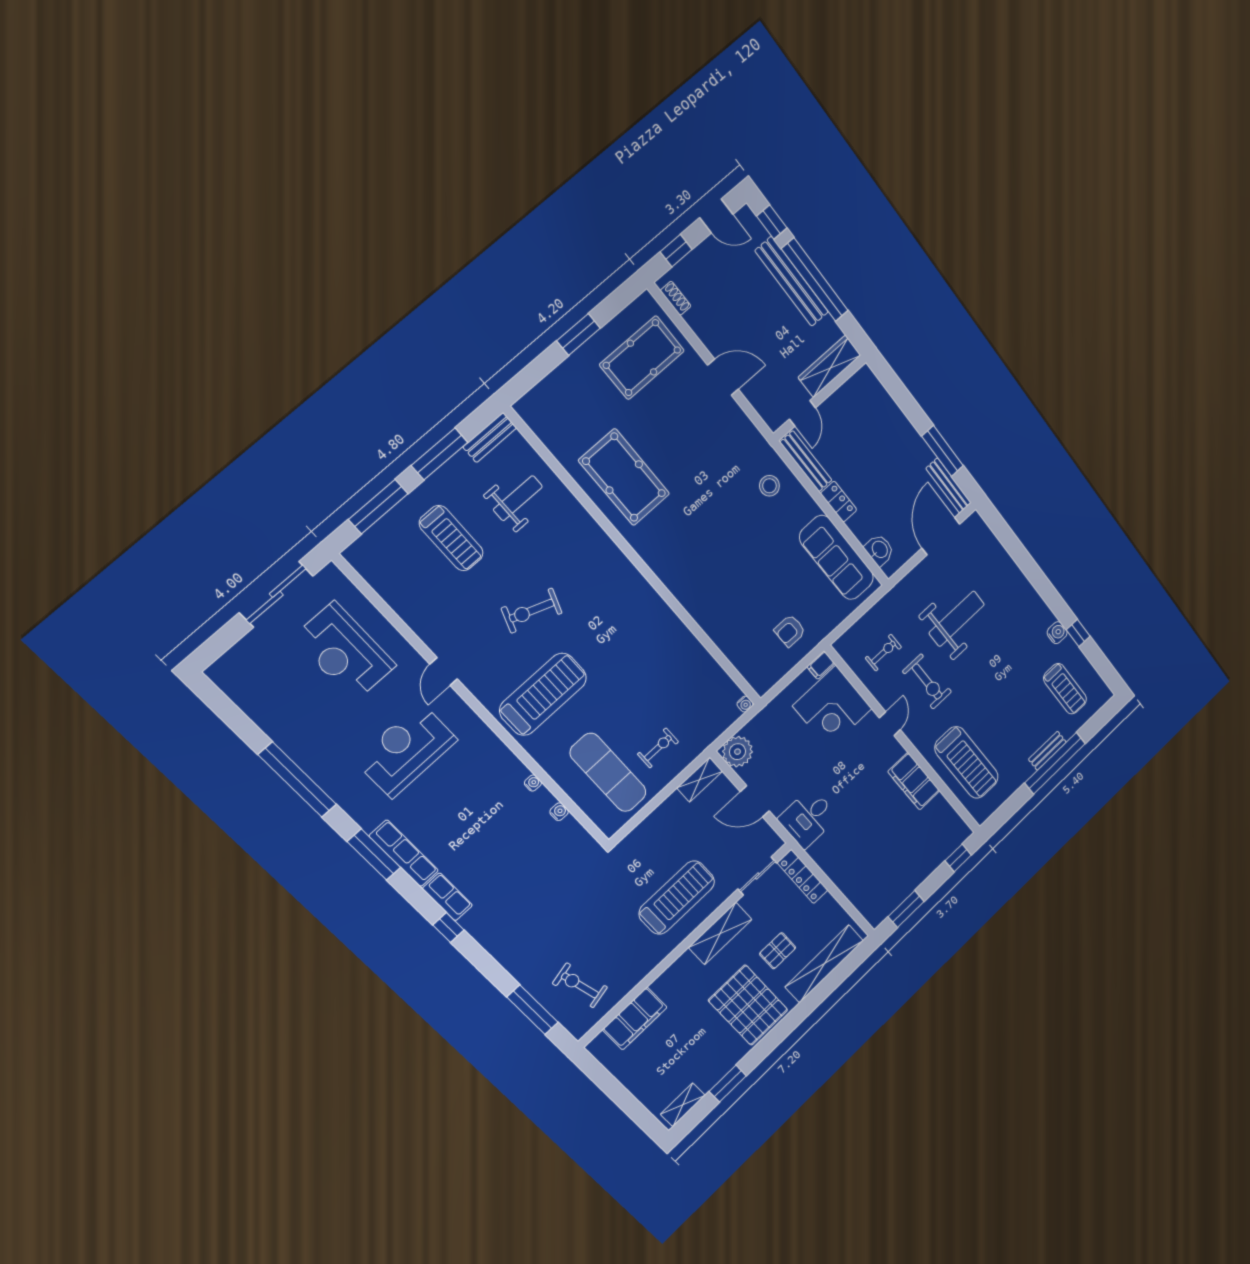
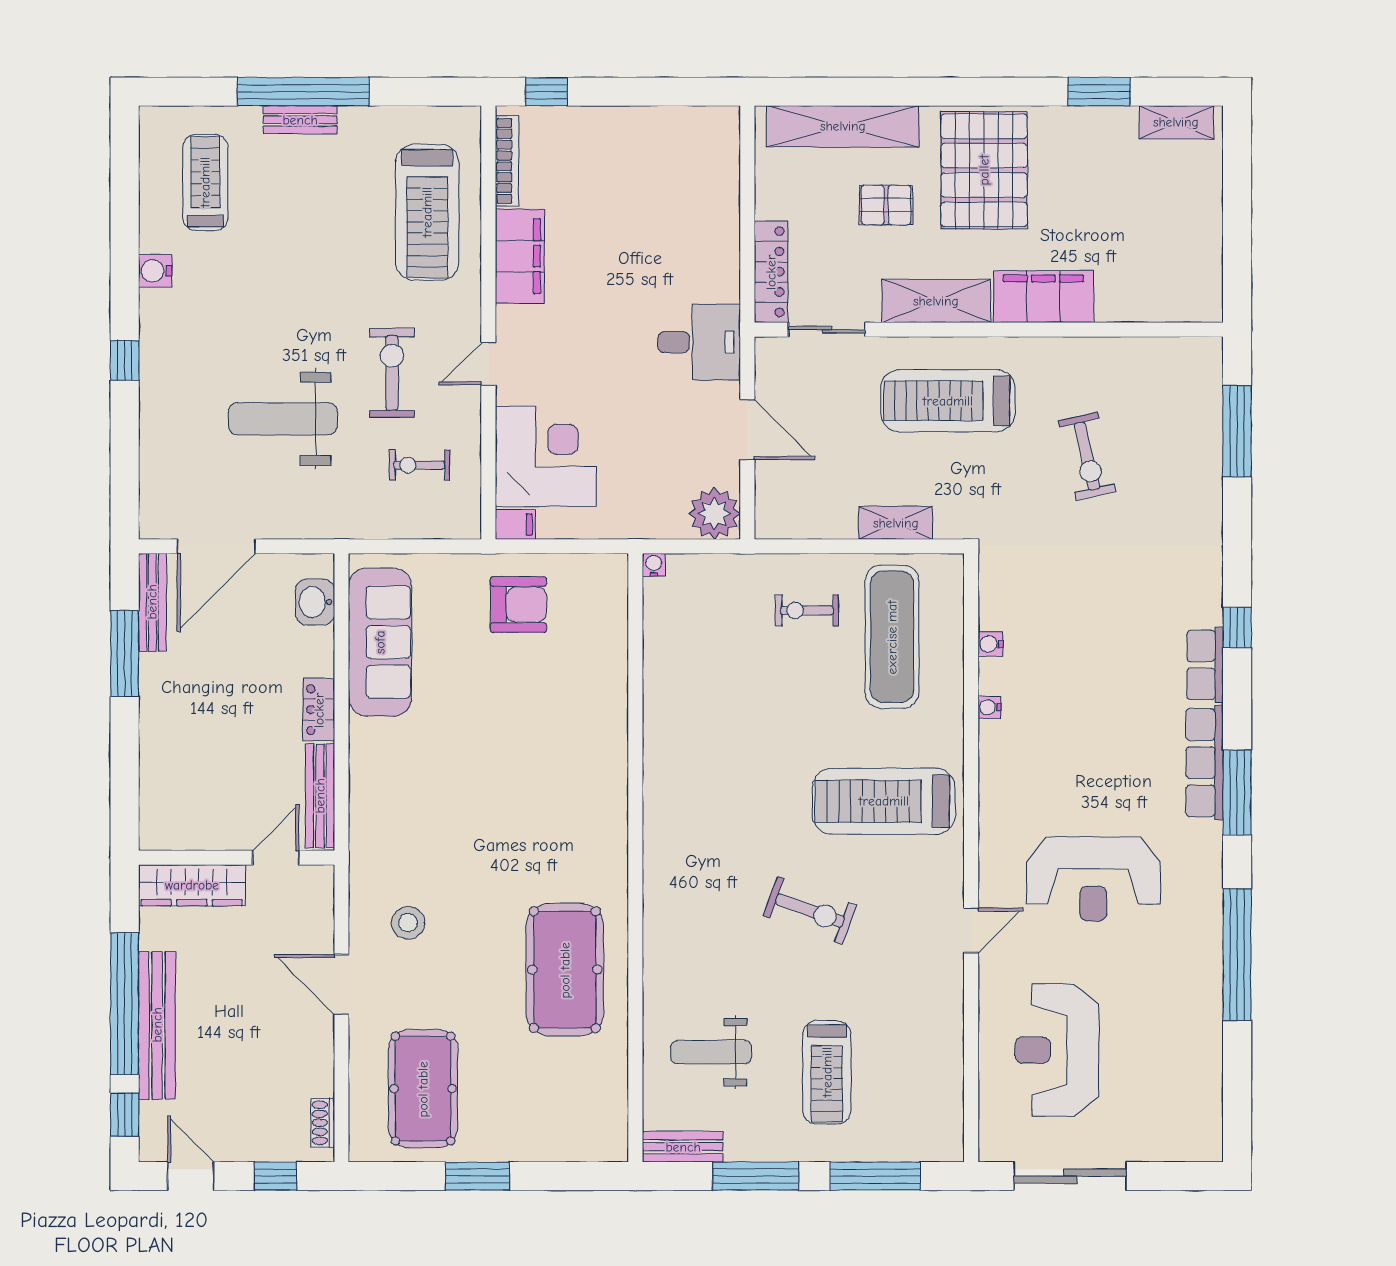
pool table: (642, 358) -> (423, 1089), turned 90
stool: (769, 486) -> (408, 923), moved
treadmill: (451, 538) -> (827, 1072), turned 180
armchair: (790, 631) -> (518, 605), width x1.38, depth x1.38
window: (1078, 633) -> (125, 360), moved
reception desk: (345, 652) -> (1057, 1050), turned 180
treadmill: (967, 763) -> (427, 212), turned 180
shelving: (700, 780) -> (896, 523), moved
bookcase: (951, 815) -> (507, 161), added
window: (906, 909) -> (675, 92), removed
exercise bike: (580, 985) -> (1087, 456), moved
filing cabinet: (635, 1019) -> (1043, 297), moved

